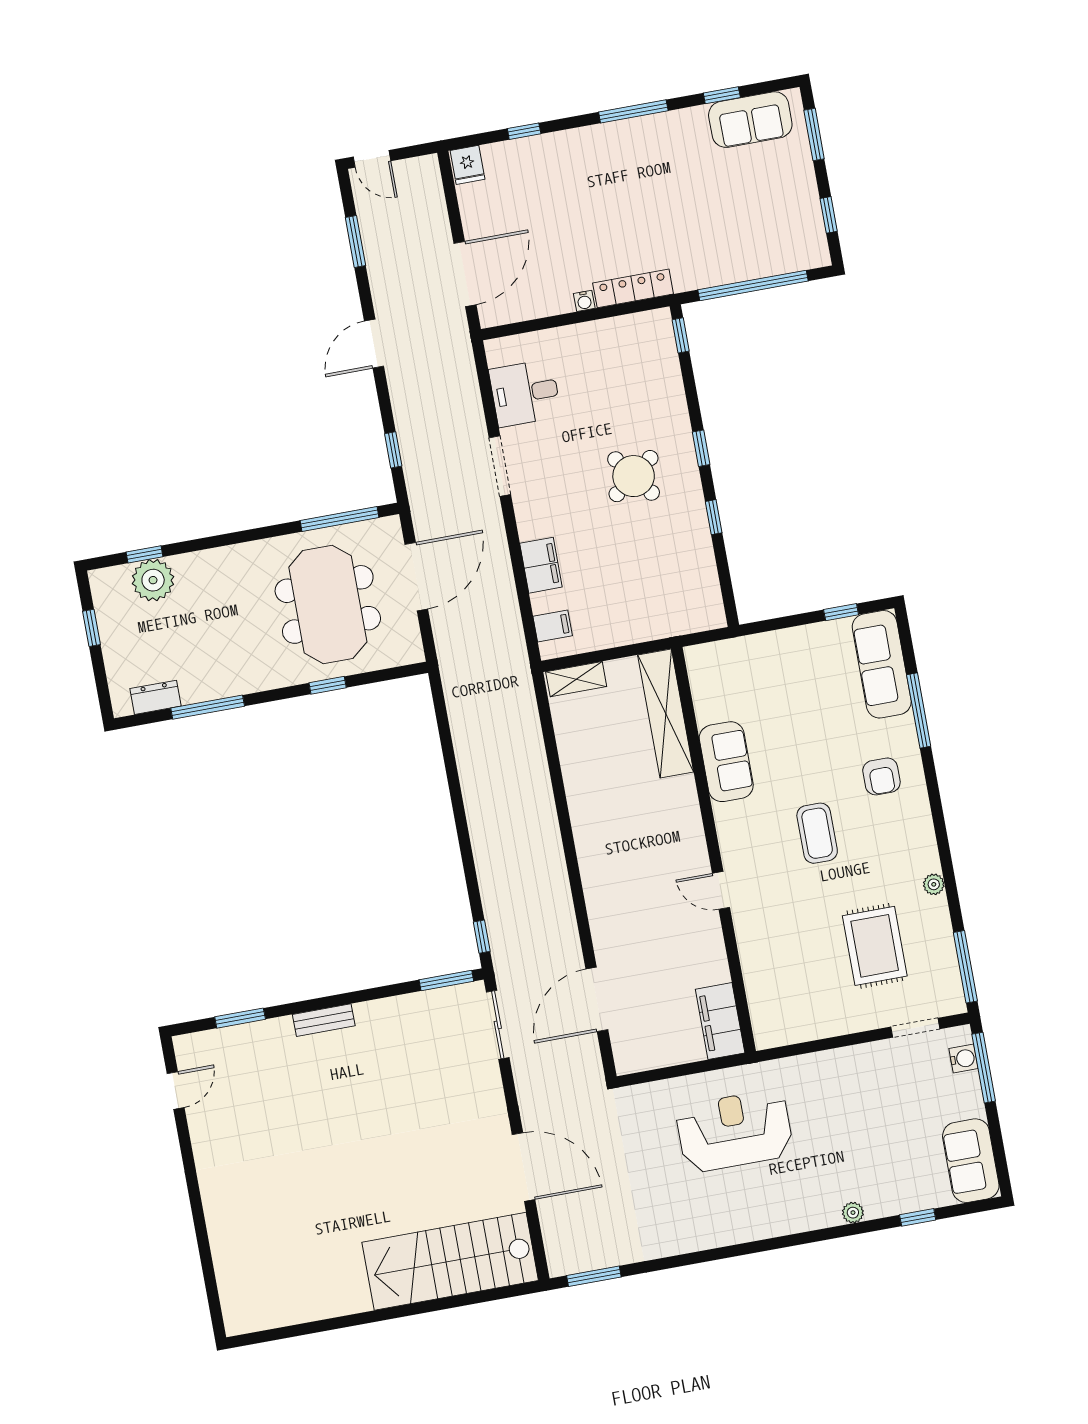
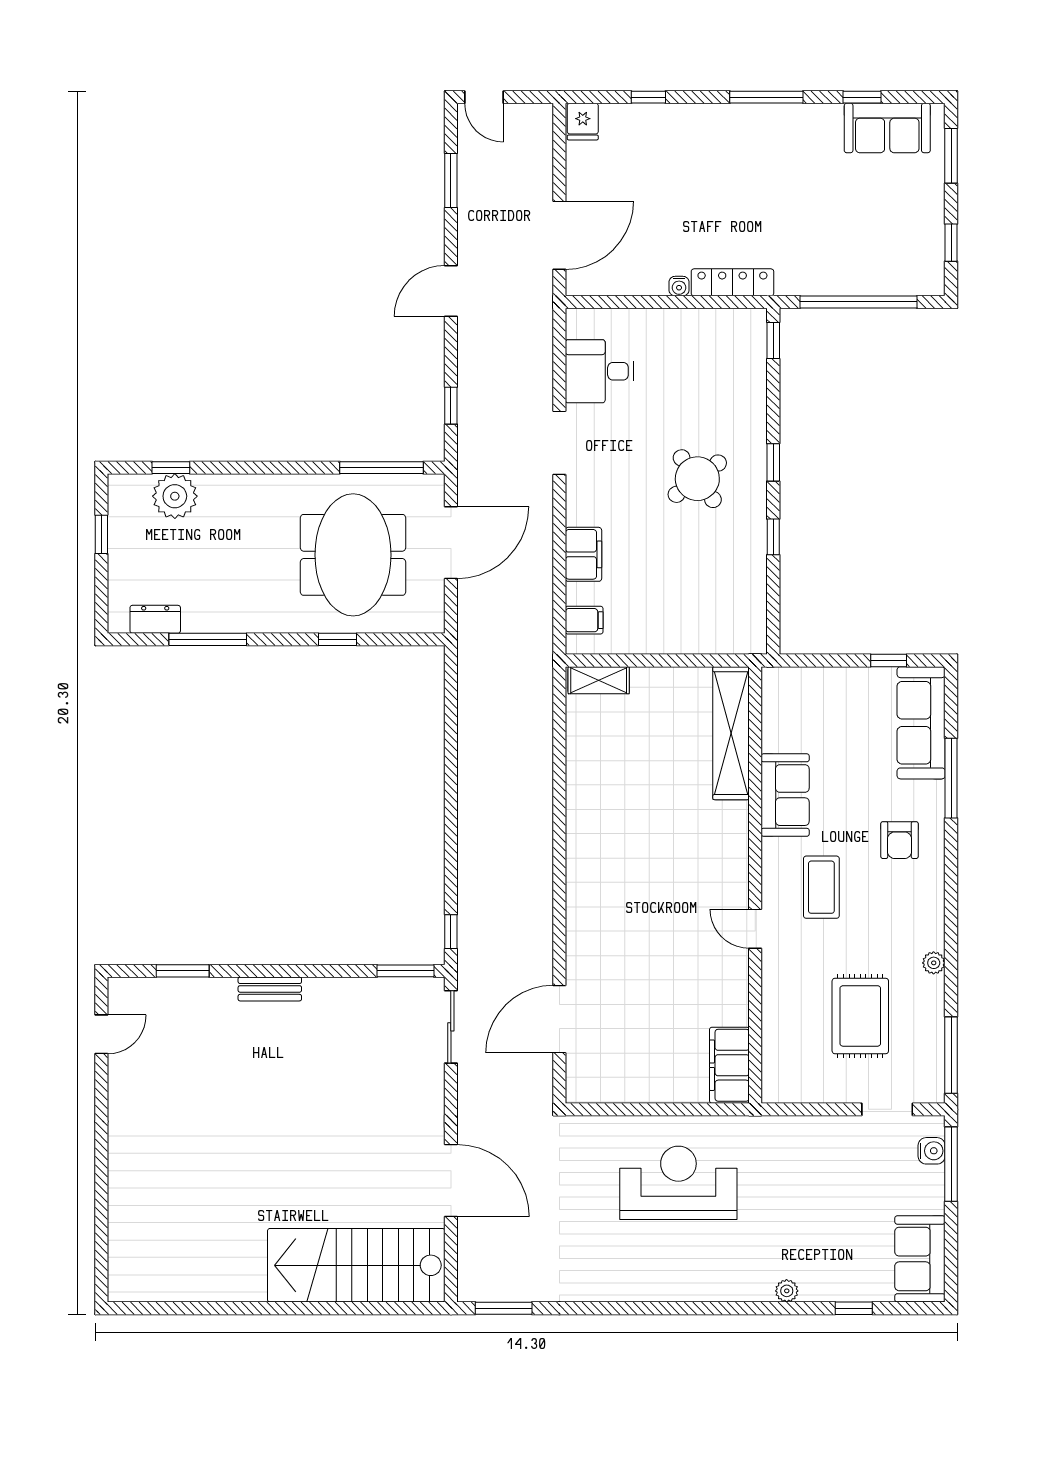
shelving: (666, 713) -> (731, 733), moved
sofa: (726, 762) -> (785, 795), moved
wall: (714, 850) -> (755, 885), moved
door: (721, 890) -> (755, 929), moved
filing cabinet: (720, 1021) -> (729, 1065), moved

